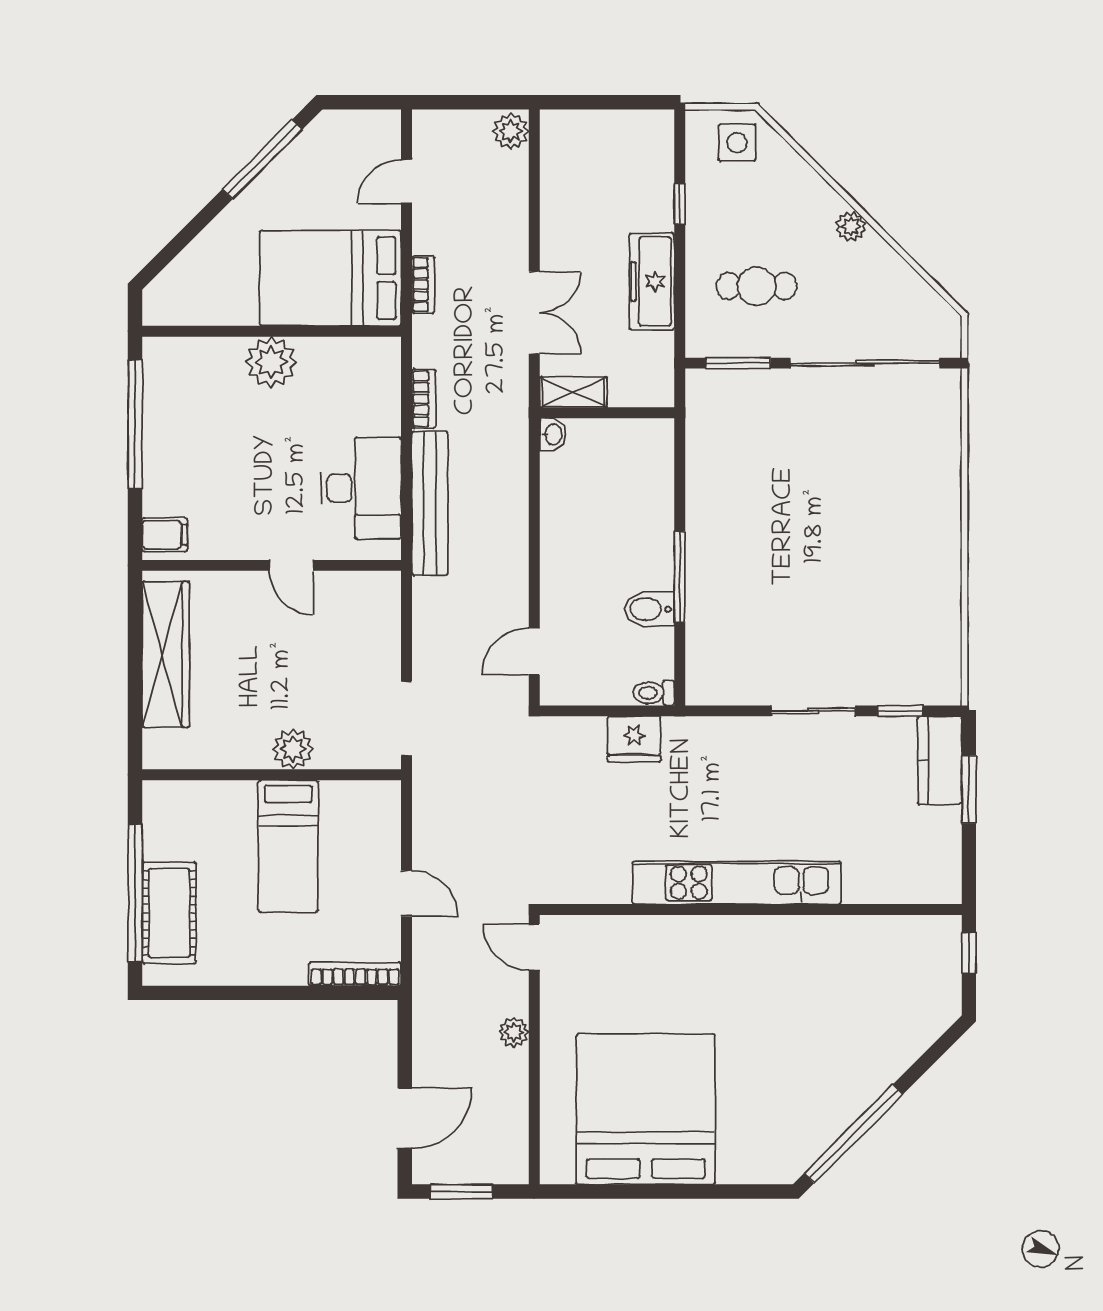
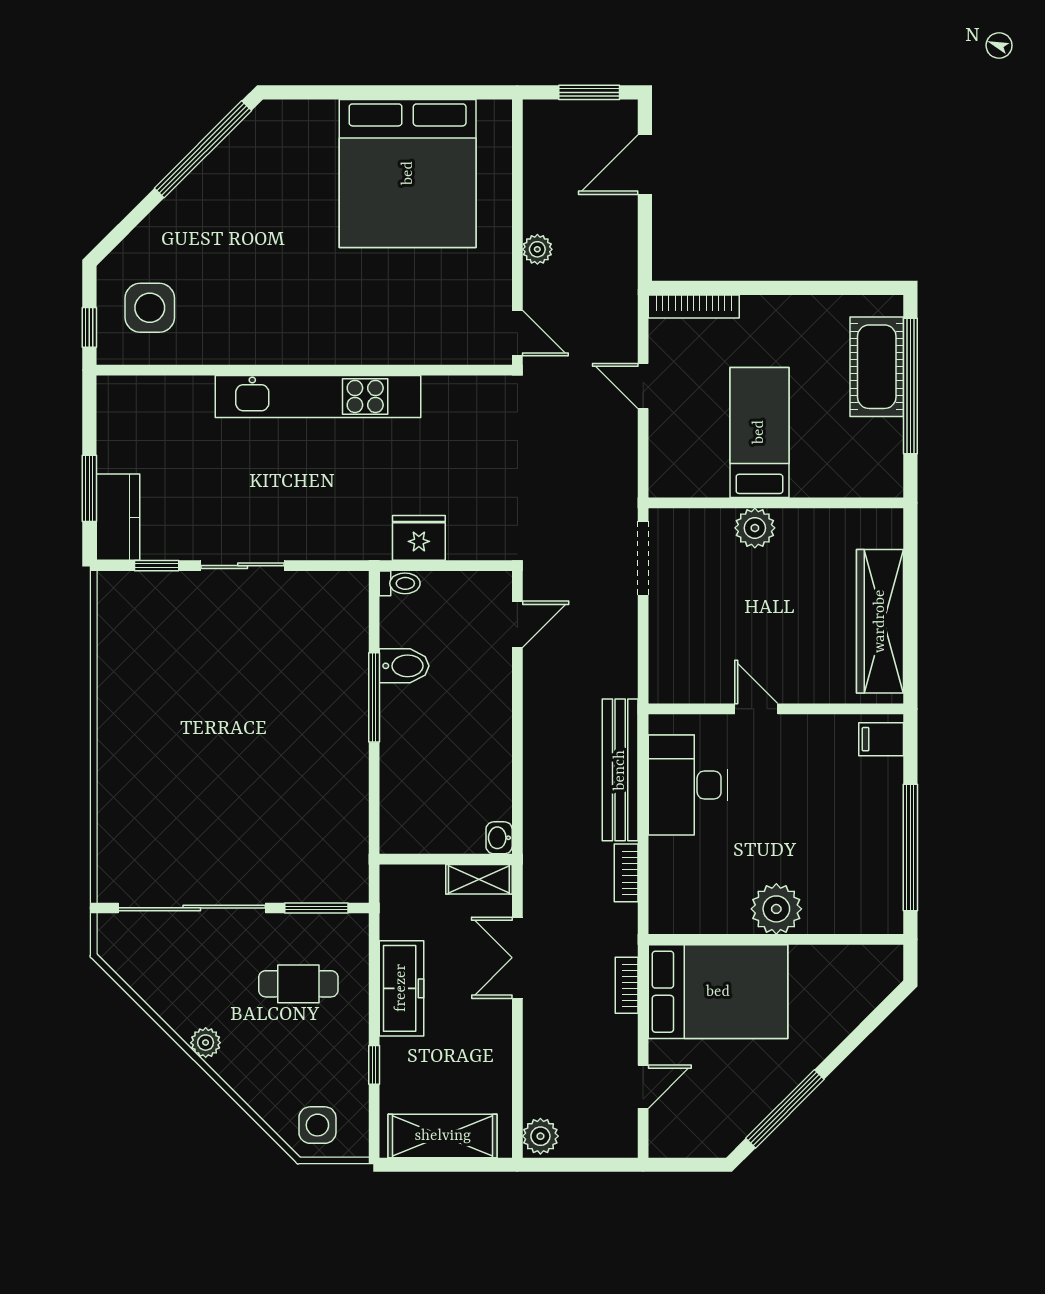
shelving: (610, 132) -> (443, 1136), added
side table: (908, 973) -> (150, 308), added

